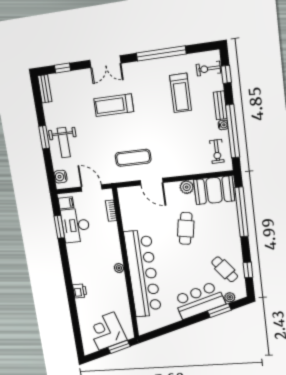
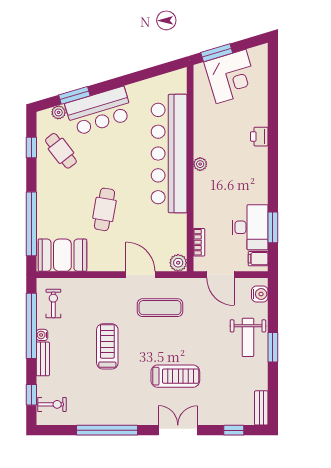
treadmill: (181, 93) -> (107, 346), moved
weight bench: (64, 143) -> (248, 337), turned 180
plant: (187, 187) -> (178, 263), moved

